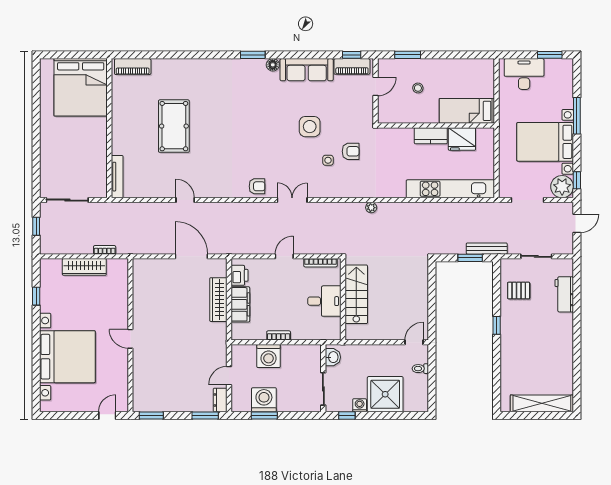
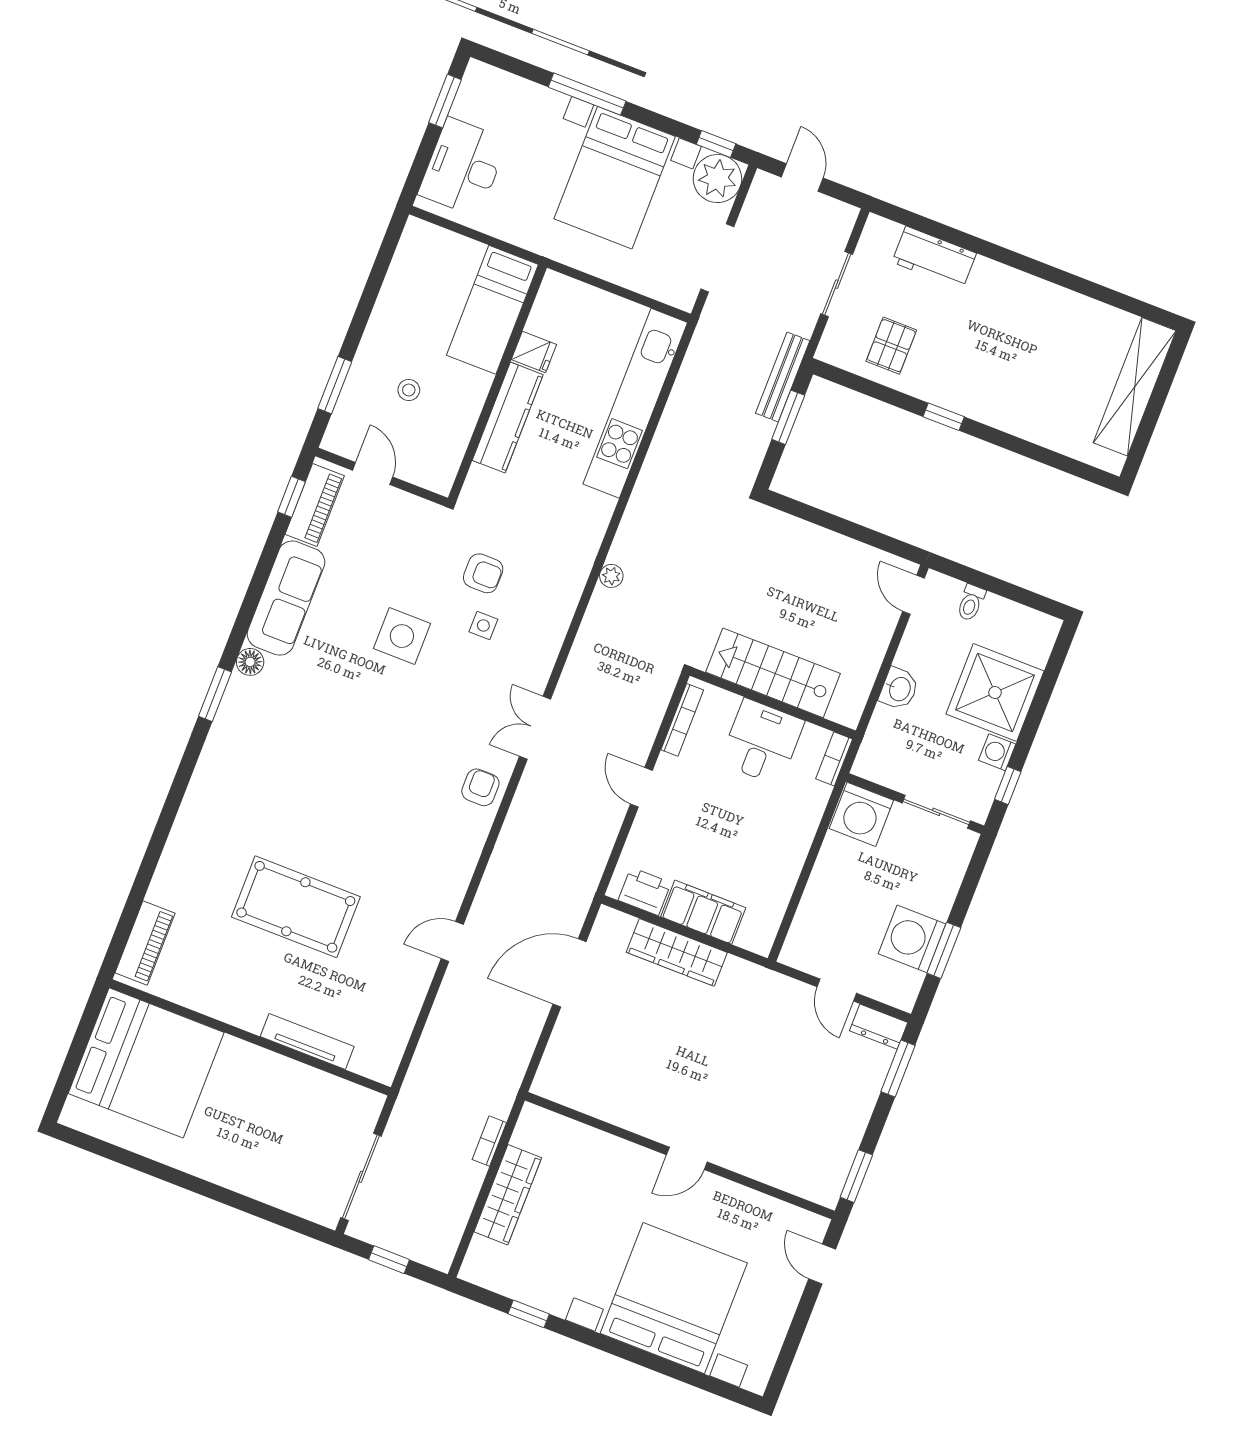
kitchen counter: (431, 136) -> (508, 418), width x1.50
fridge: (462, 139) -> (534, 352), width x0.53, depth x0.75
armchair: (351, 151) -> (483, 573), turned 90
tv unit: (117, 177) -> (307, 1042), moved
bookcase: (279, 335) -> (834, 759), moved
washing machine: (269, 356) -> (861, 814), moved, turned 90
washbasin: (333, 357) -> (899, 689), moved, turned 90

